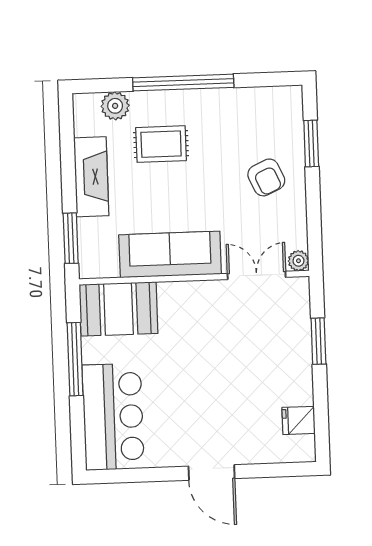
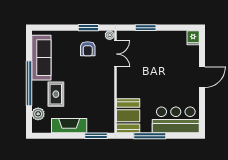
window: (311, 143) -> (88, 28), moved
armchair: (266, 177) -> (88, 49), moved, turned 114
sofa: (170, 254) -> (41, 58), moved, turned 180
double door: (257, 275) -> (115, 54), swing flipped
fridge: (299, 420) -> (193, 38), moved

